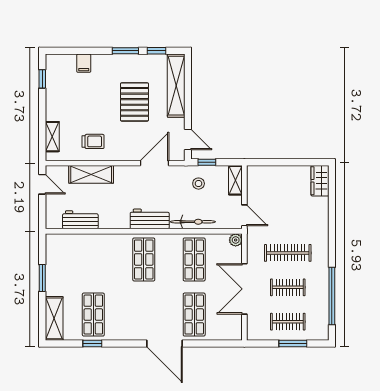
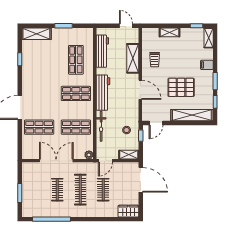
shelving: (60, 61) -> (209, 38), added
filing cabinet: (84, 63) -> (207, 65), moved
shelving: (52, 137) -> (170, 32), moved
door: (273, 162) -> (141, 180), added
door: (155, 163) -> (140, 90), moved
door: (42, 184) -> (126, 26), swing flipped
workbench: (150, 219) -> (103, 93), width x1.38
workbench: (80, 220) -> (102, 51), width x1.38
shop shelf: (93, 315) -> (76, 60), moved, turned 90
clothes rail: (288, 322) -> (103, 190), moved

